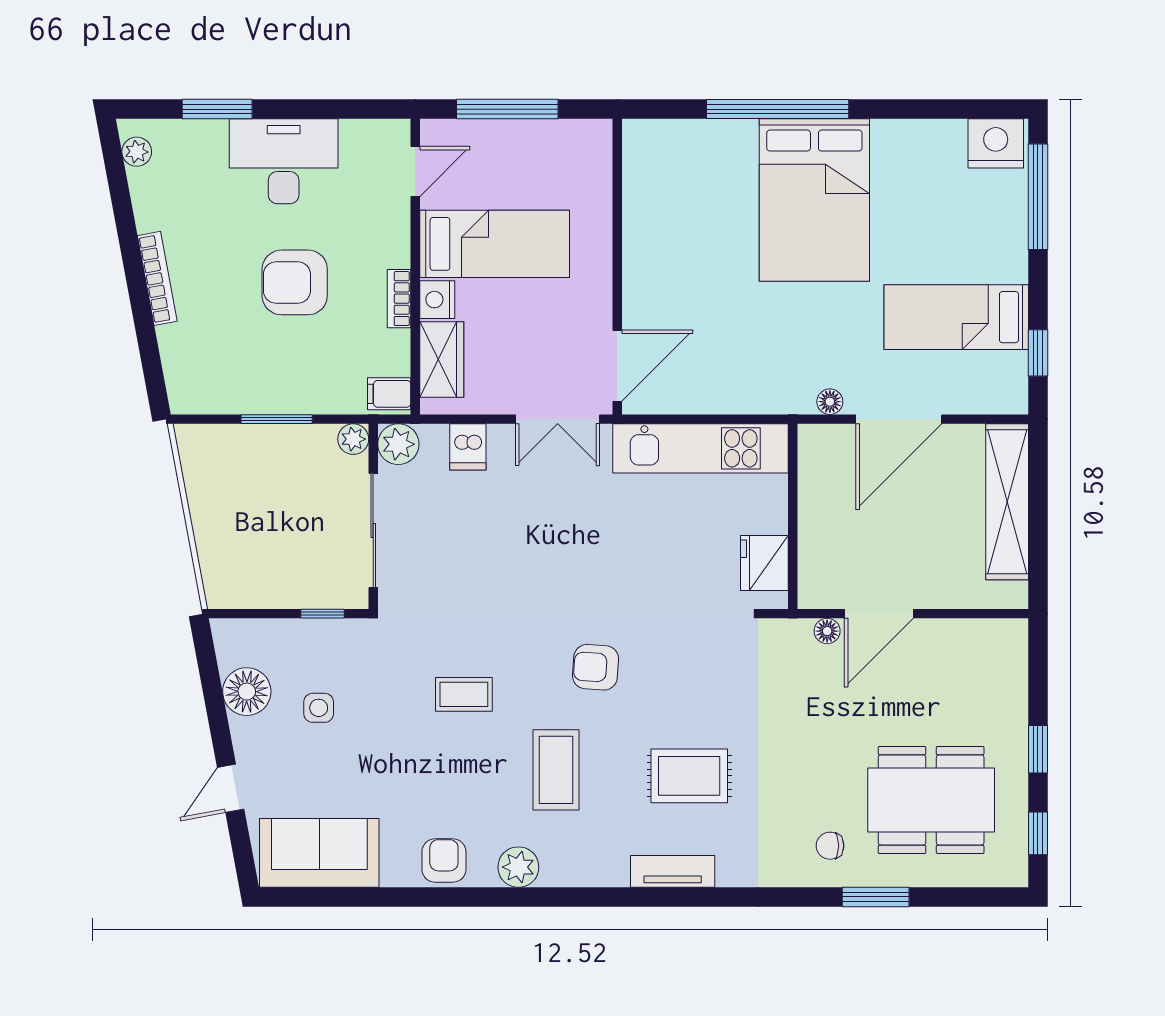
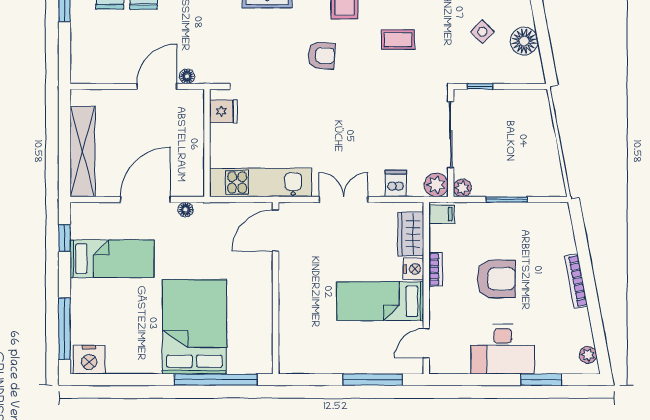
wall: (617, 267) -> (276, 288), moved
door: (617, 366) -> (276, 231), moved
fridge: (764, 563) -> (223, 111), width x0.72
side table: (319, 708) -> (482, 32), turned 45

